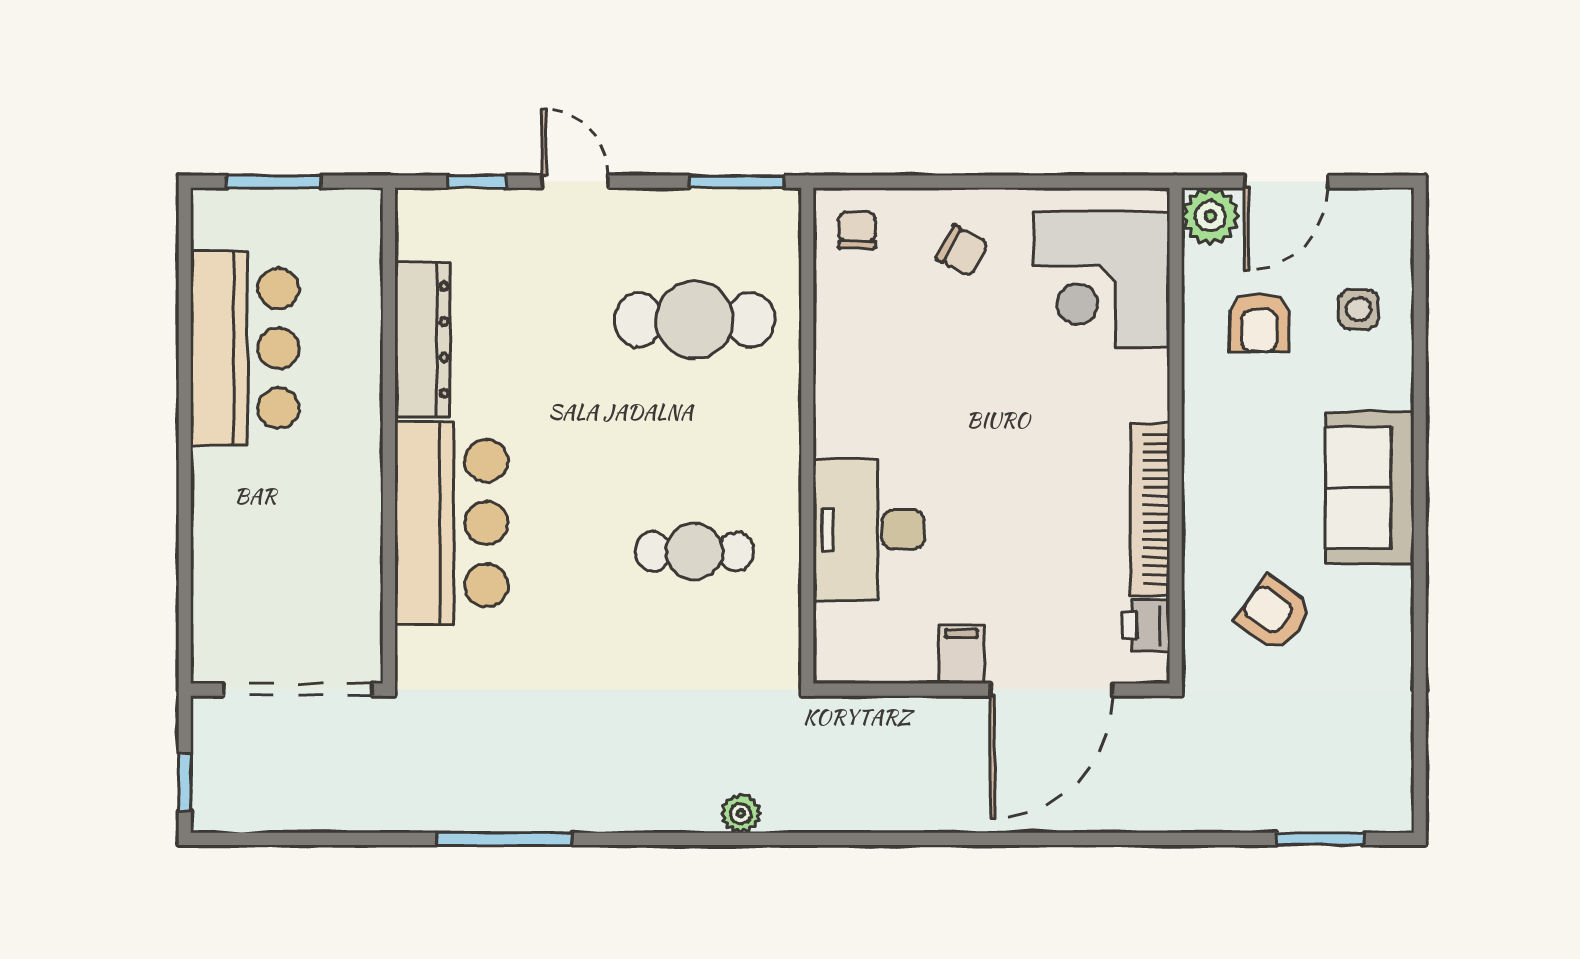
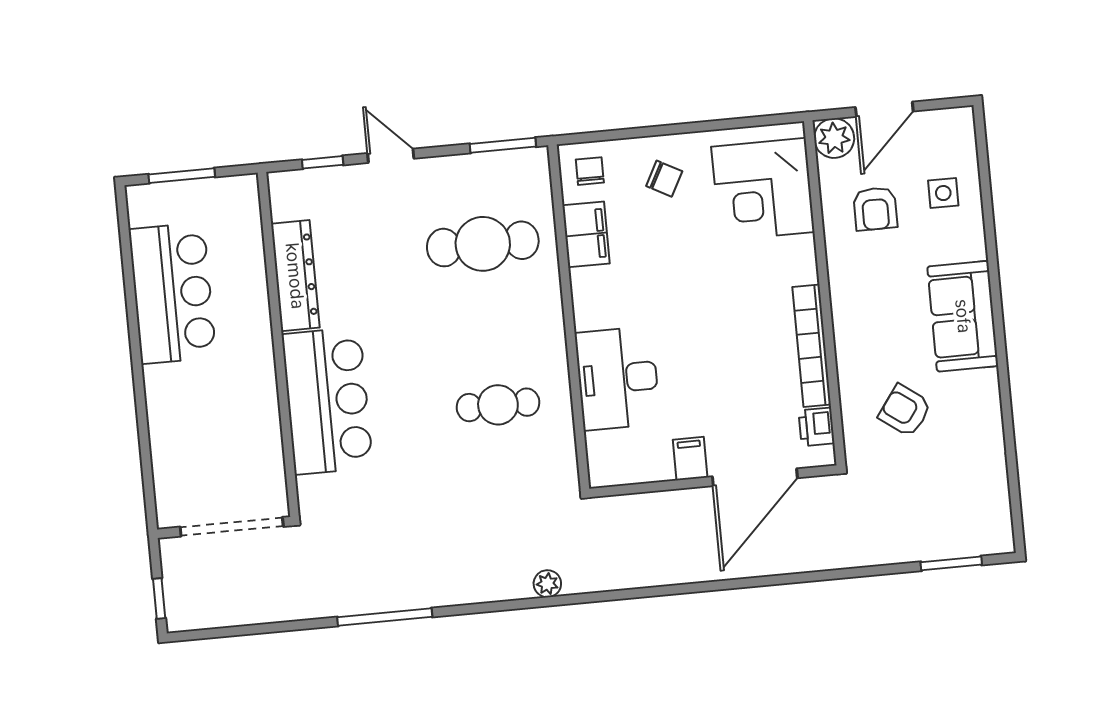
filing cabinet: (843, 320) -> (586, 234), added

